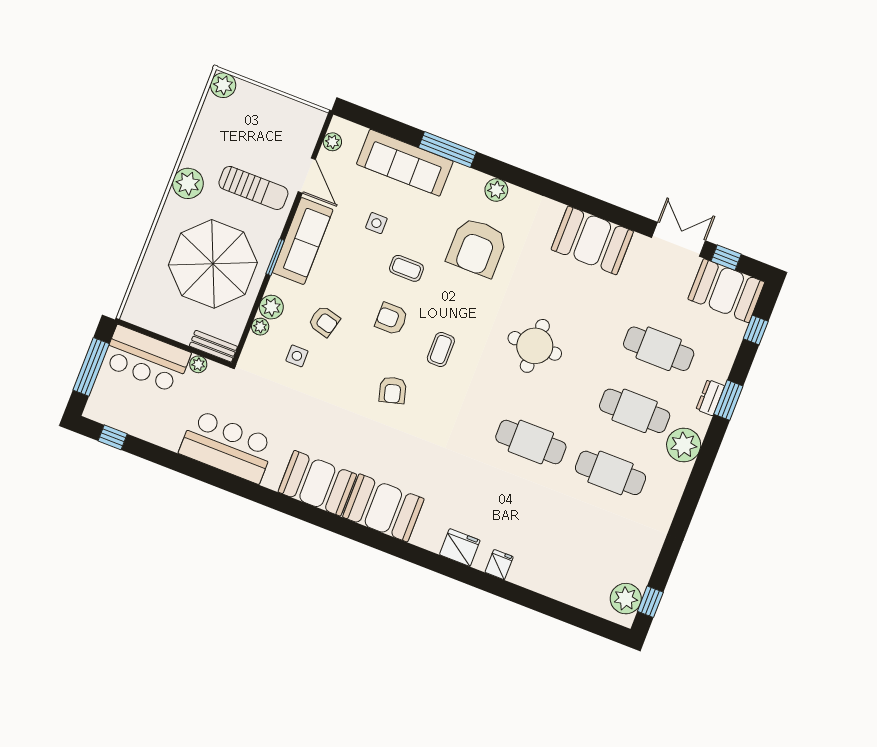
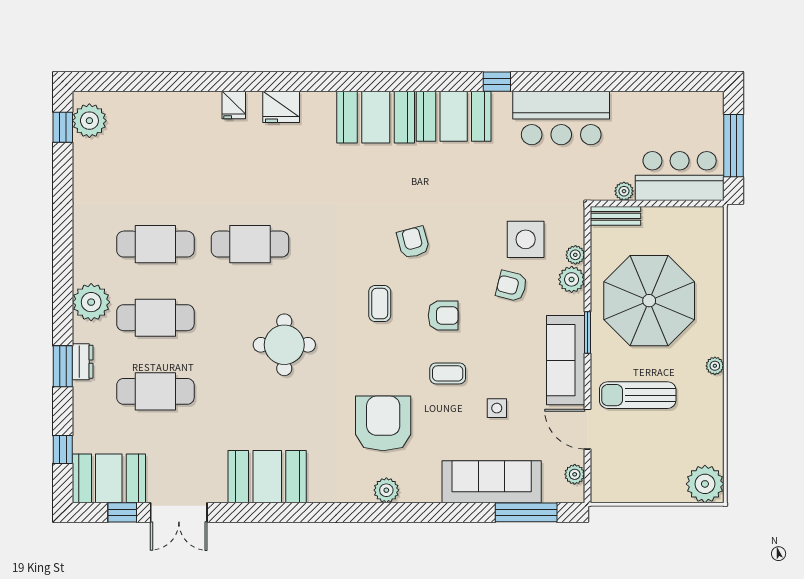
plant: (223, 85) -> (705, 484), width x1.36, depth x1.36
window: (447, 150) -> (526, 512), moved
plant: (188, 183) -> (715, 366), width x0.53, depth x0.53
side table: (297, 356) -> (526, 239), width x1.87, depth x1.87
window: (113, 437) -> (497, 82), moved

